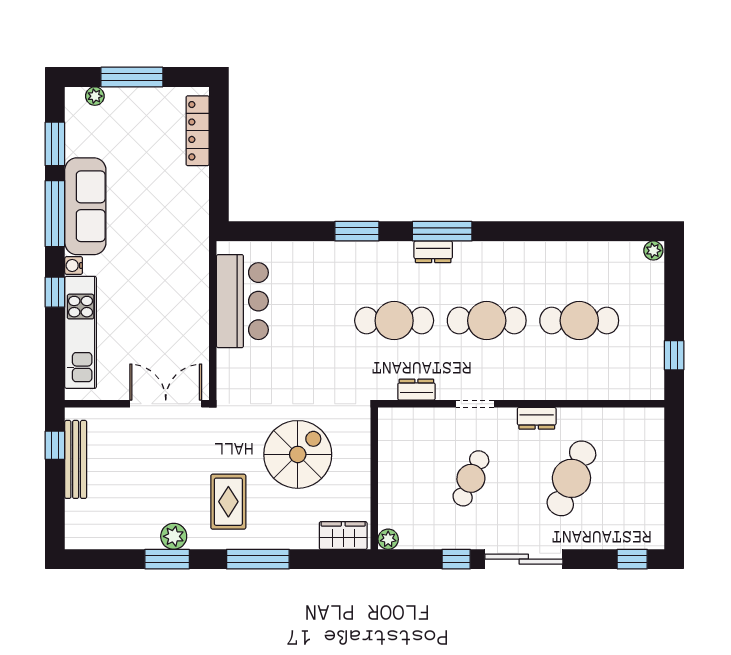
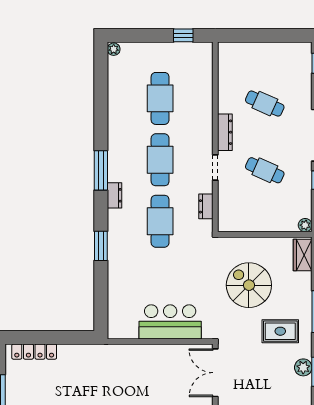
window: (442, 231) -> (101, 170), moved
bar counter: (242, 301) -> (170, 322), moved
dresser: (537, 418) -> (225, 132), width x1.44
cafe table: (571, 478) -> (265, 104), width x0.73, depth x0.74

